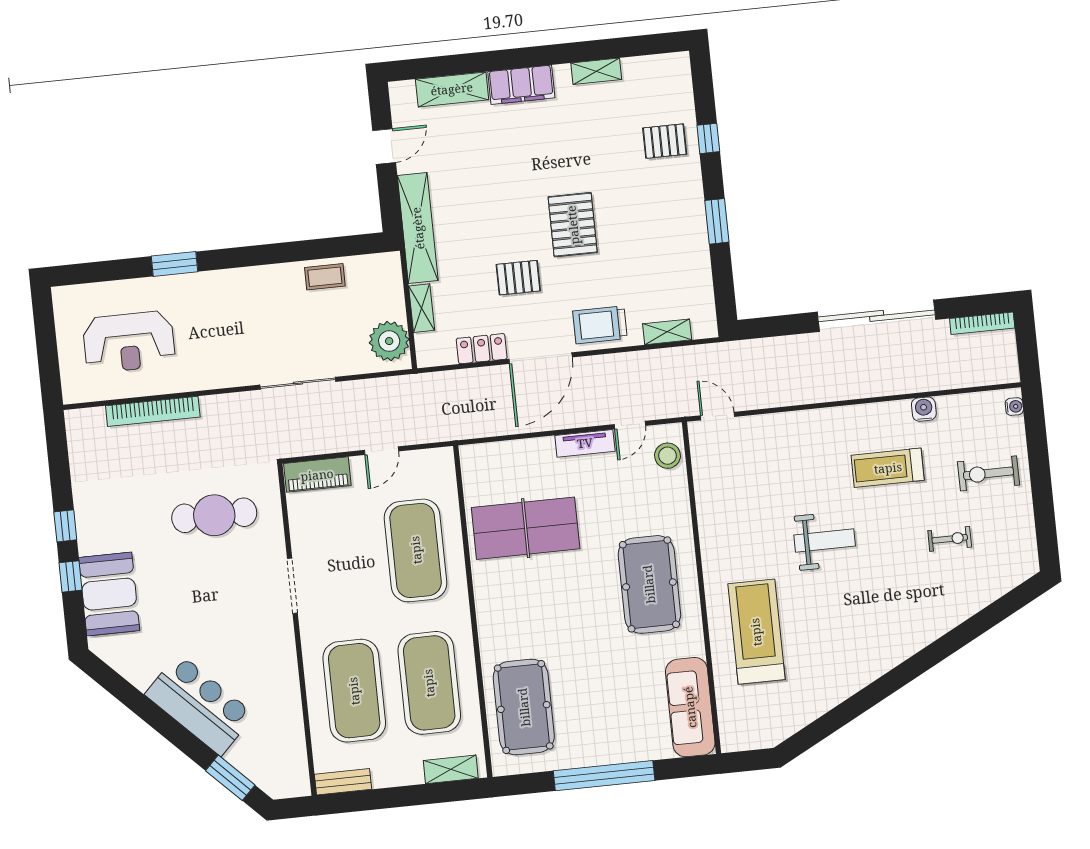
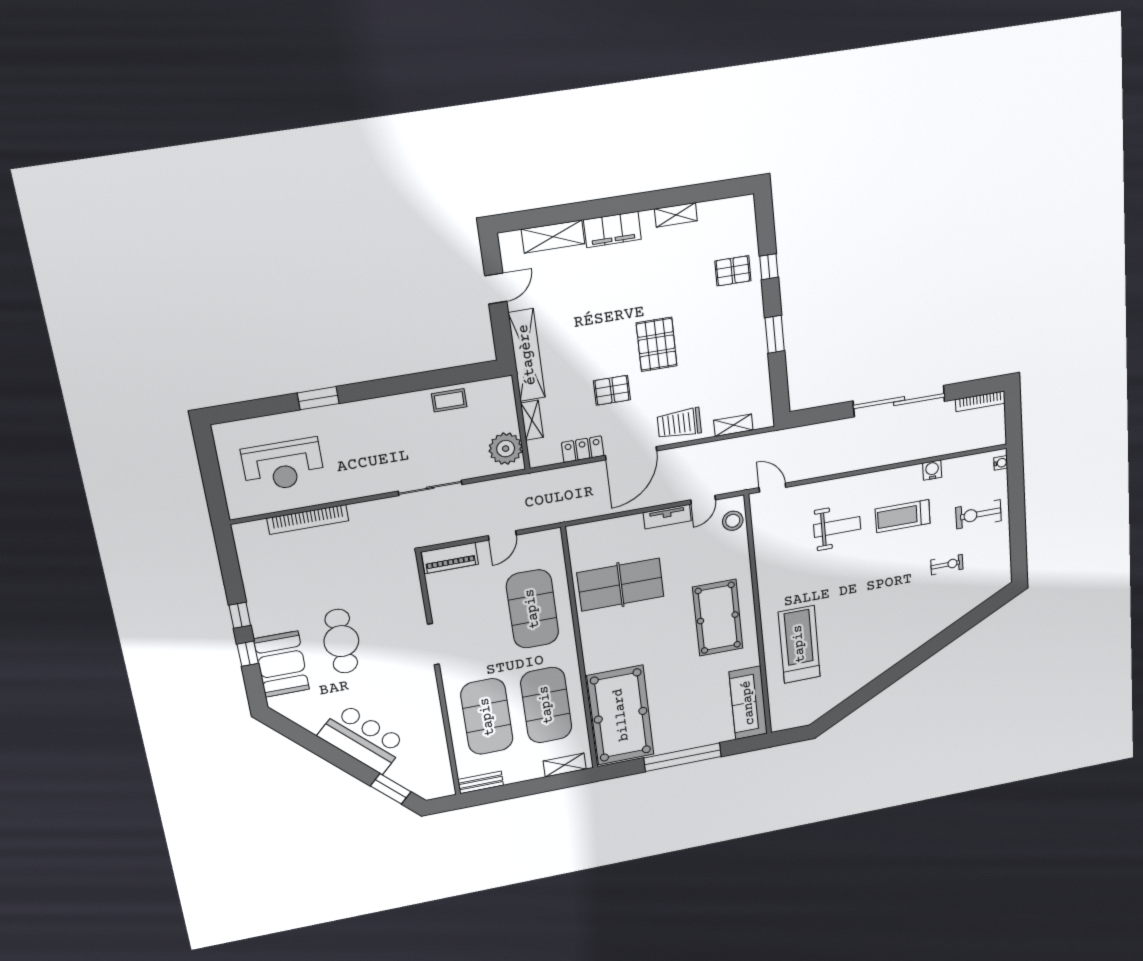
cafe table: (214, 515) -> (341, 641), moved, turned 90
weight bench: (825, 541) -> (837, 527), moved
pool table: (524, 707) -> (621, 715), width x1.36, depth x1.32

